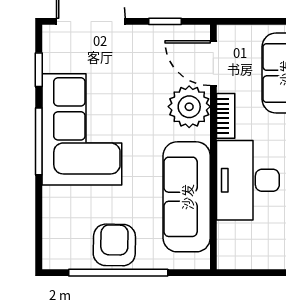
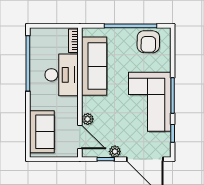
plant: (148, 36) -> (115, 151), added
plant: (189, 107) -> (88, 119), width x0.53, depth x0.53
bookcase: (226, 116) -> (73, 41), moved
armchair: (114, 245) -> (148, 42), moved

